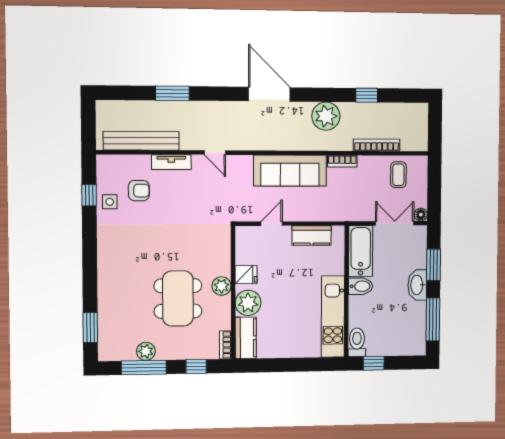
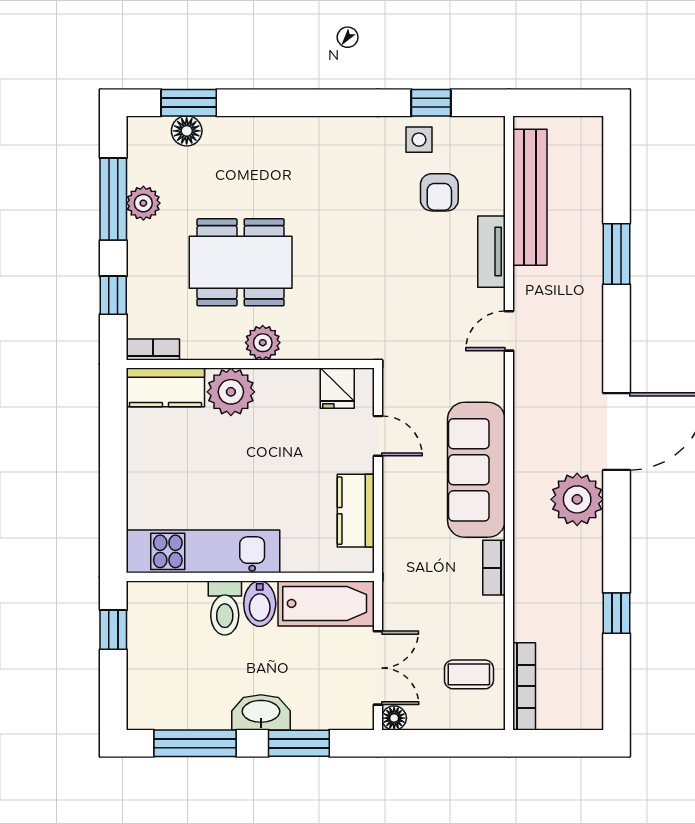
plant: (326, 116) -> (577, 499), moved
bookcase: (377, 145) -> (524, 686), moved
fridge: (246, 275) -> (337, 388), moved
floor lamp: (106, 329) -> (187, 131), added
toilet: (357, 342) -> (225, 608), moved, turned 90

